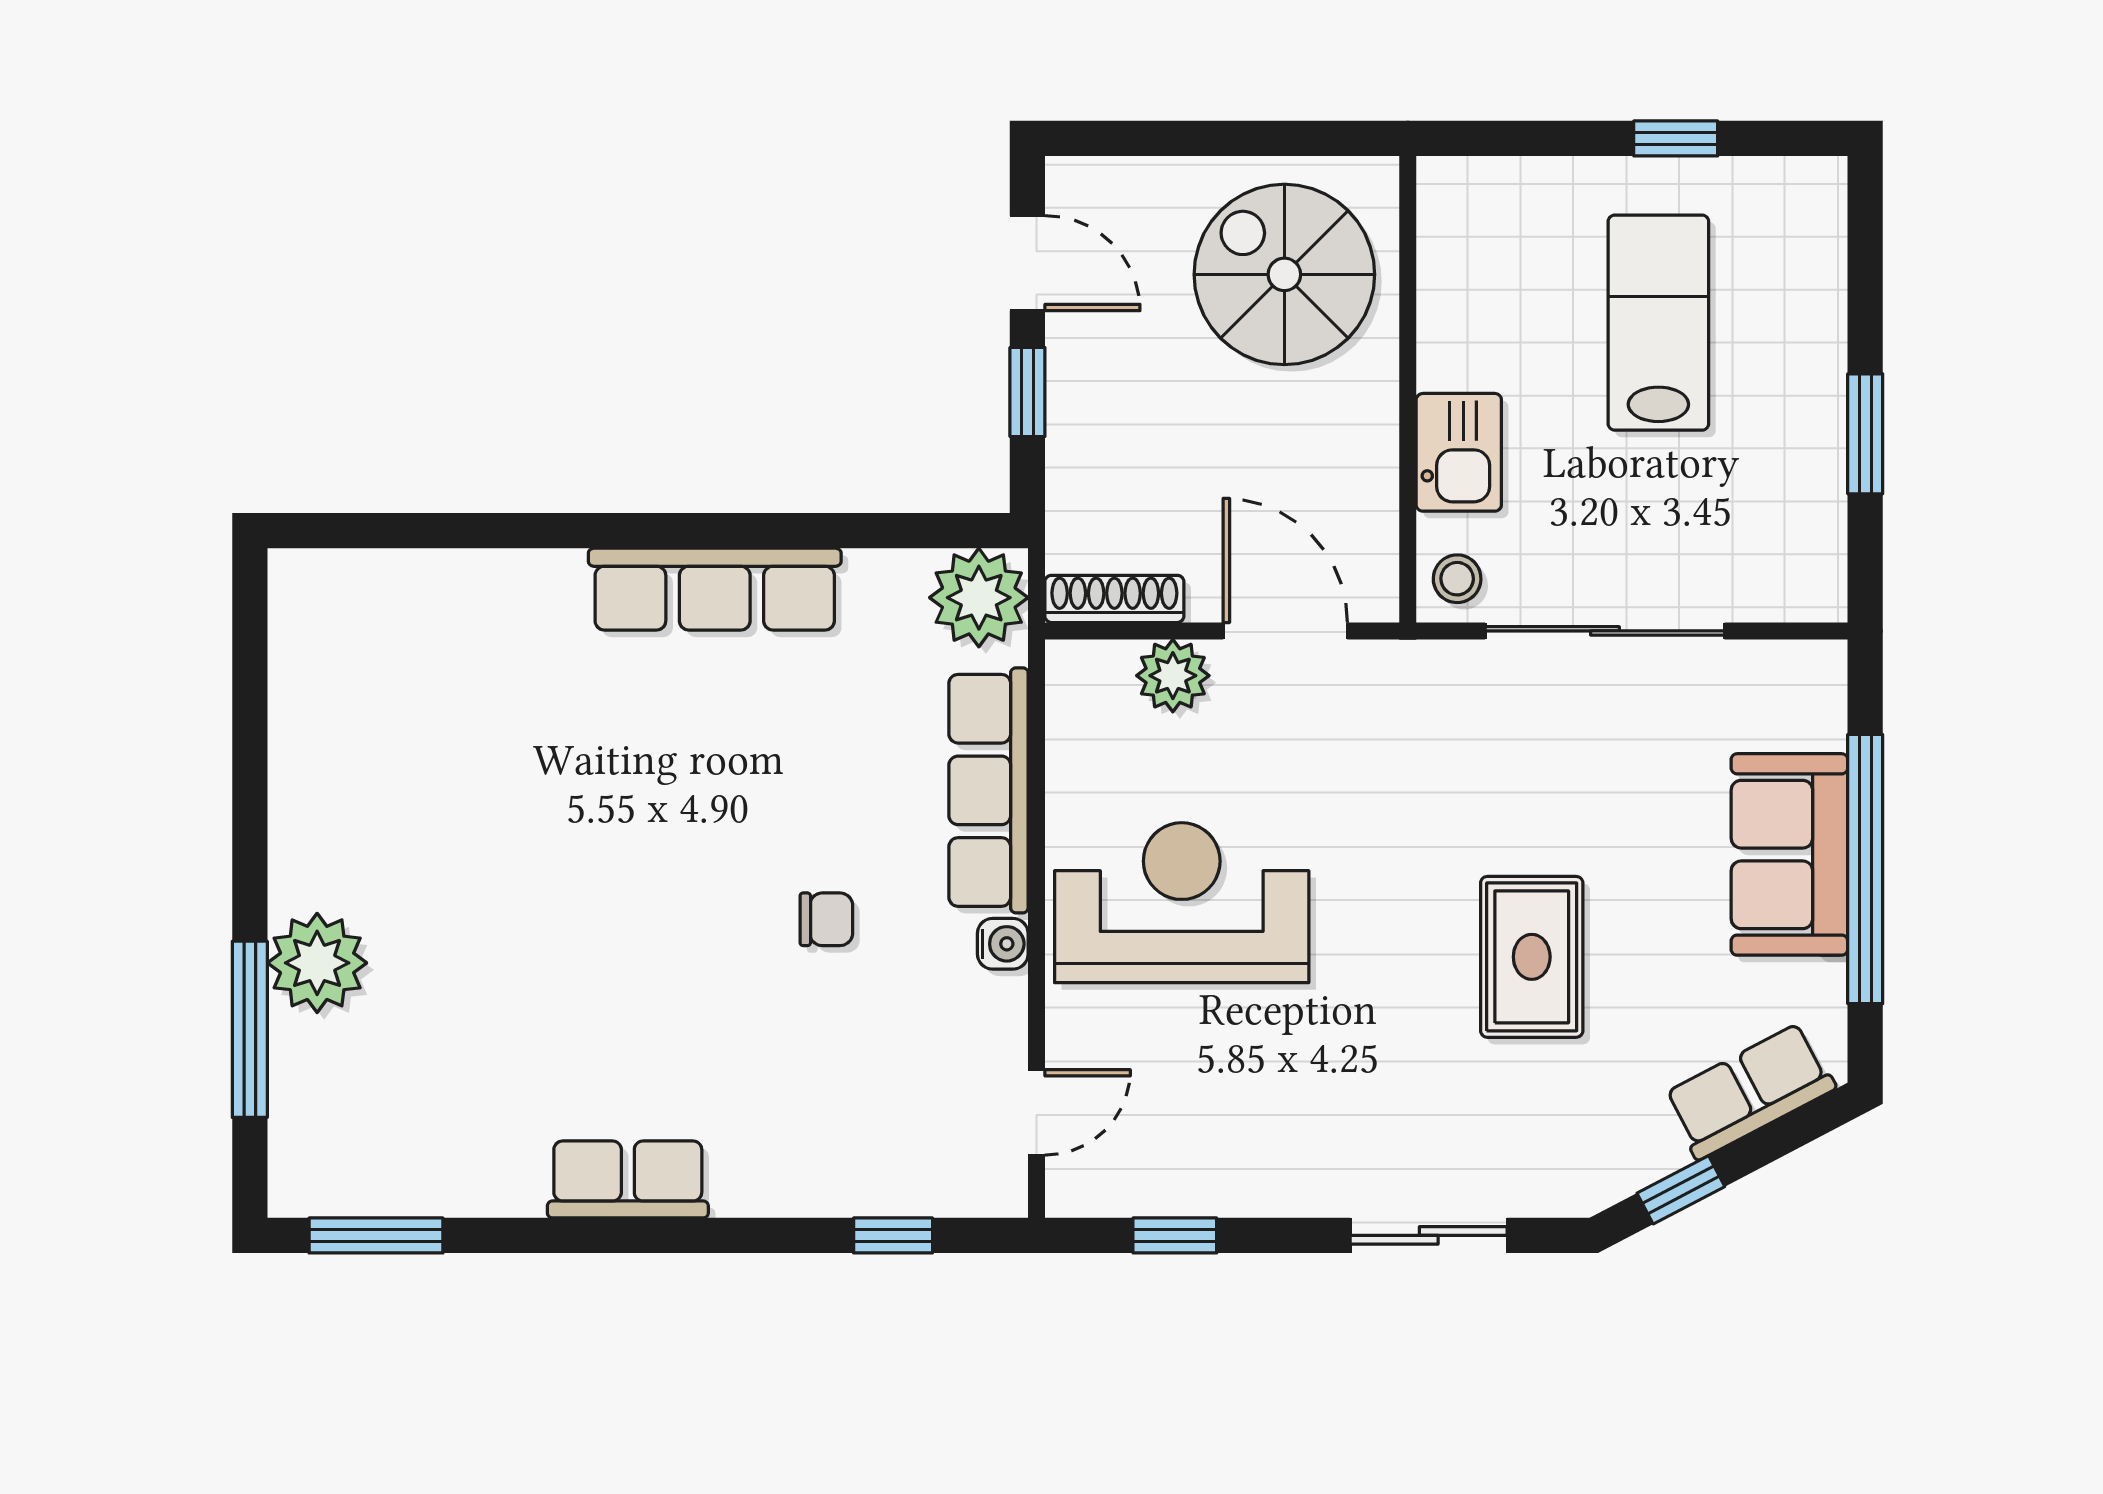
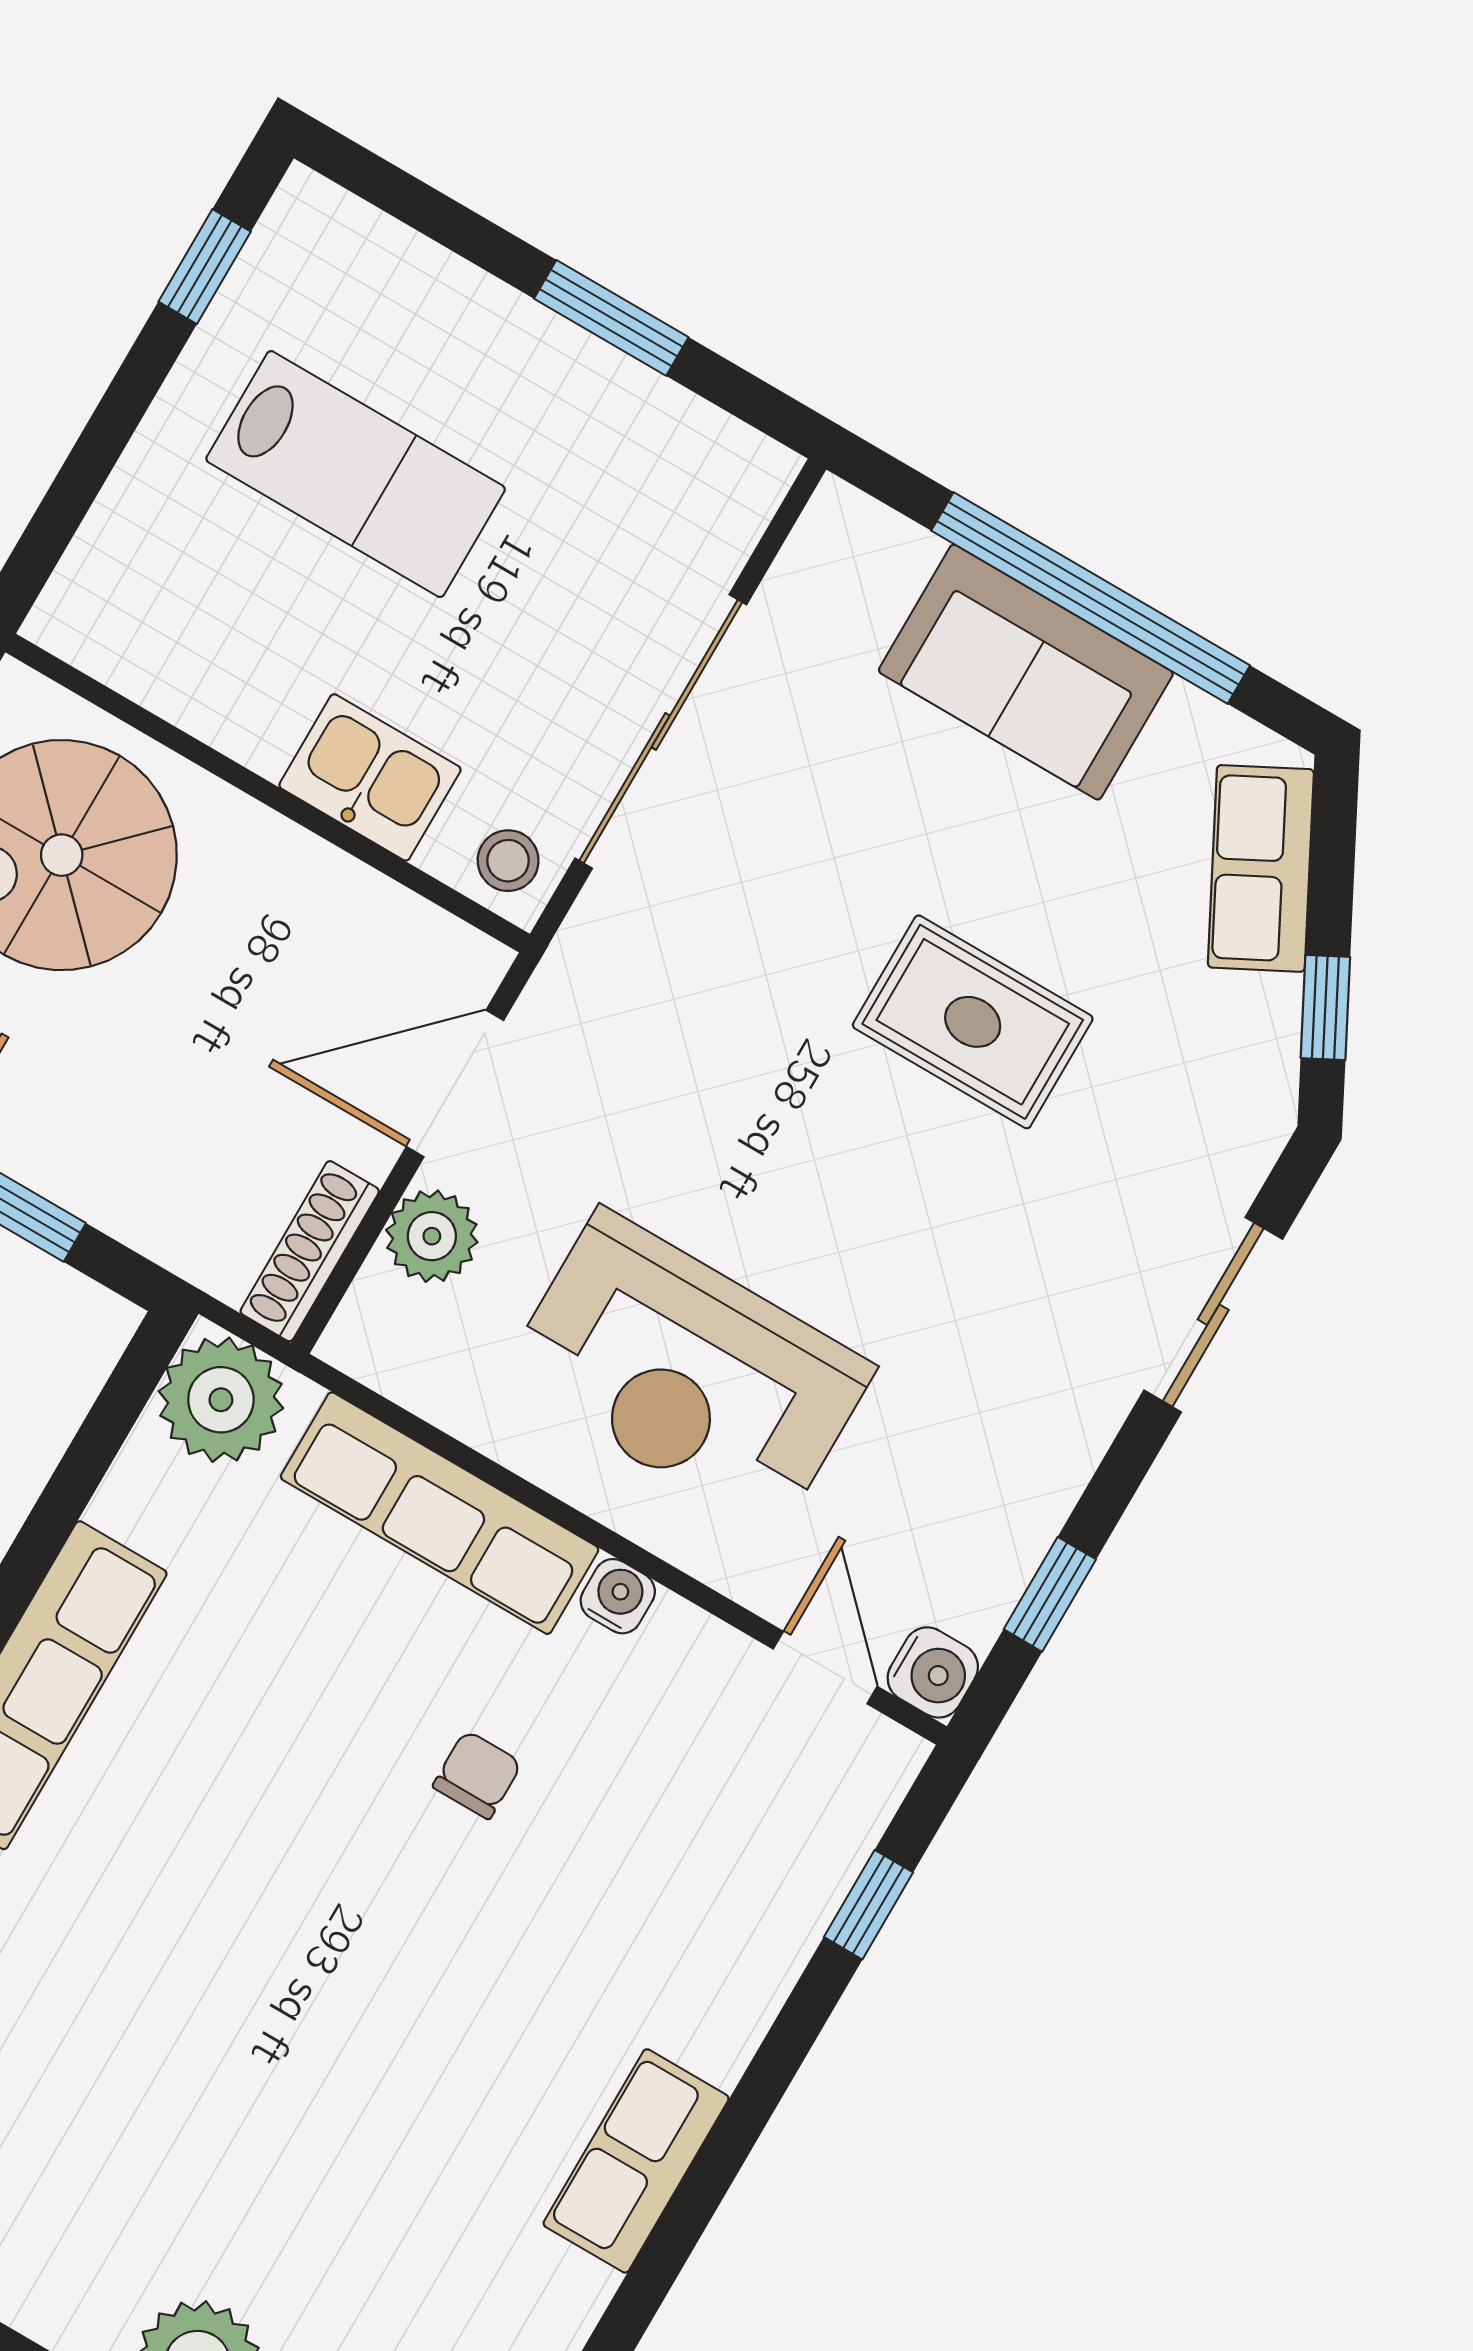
window: (1676, 138) -> (205, 267), moved
lab bench: (1658, 323) -> (356, 474), turned 180
reception desk: (1182, 903) -> (688, 1373), turned -90
water cooler: (1076, 1187) -> (933, 1672), added

